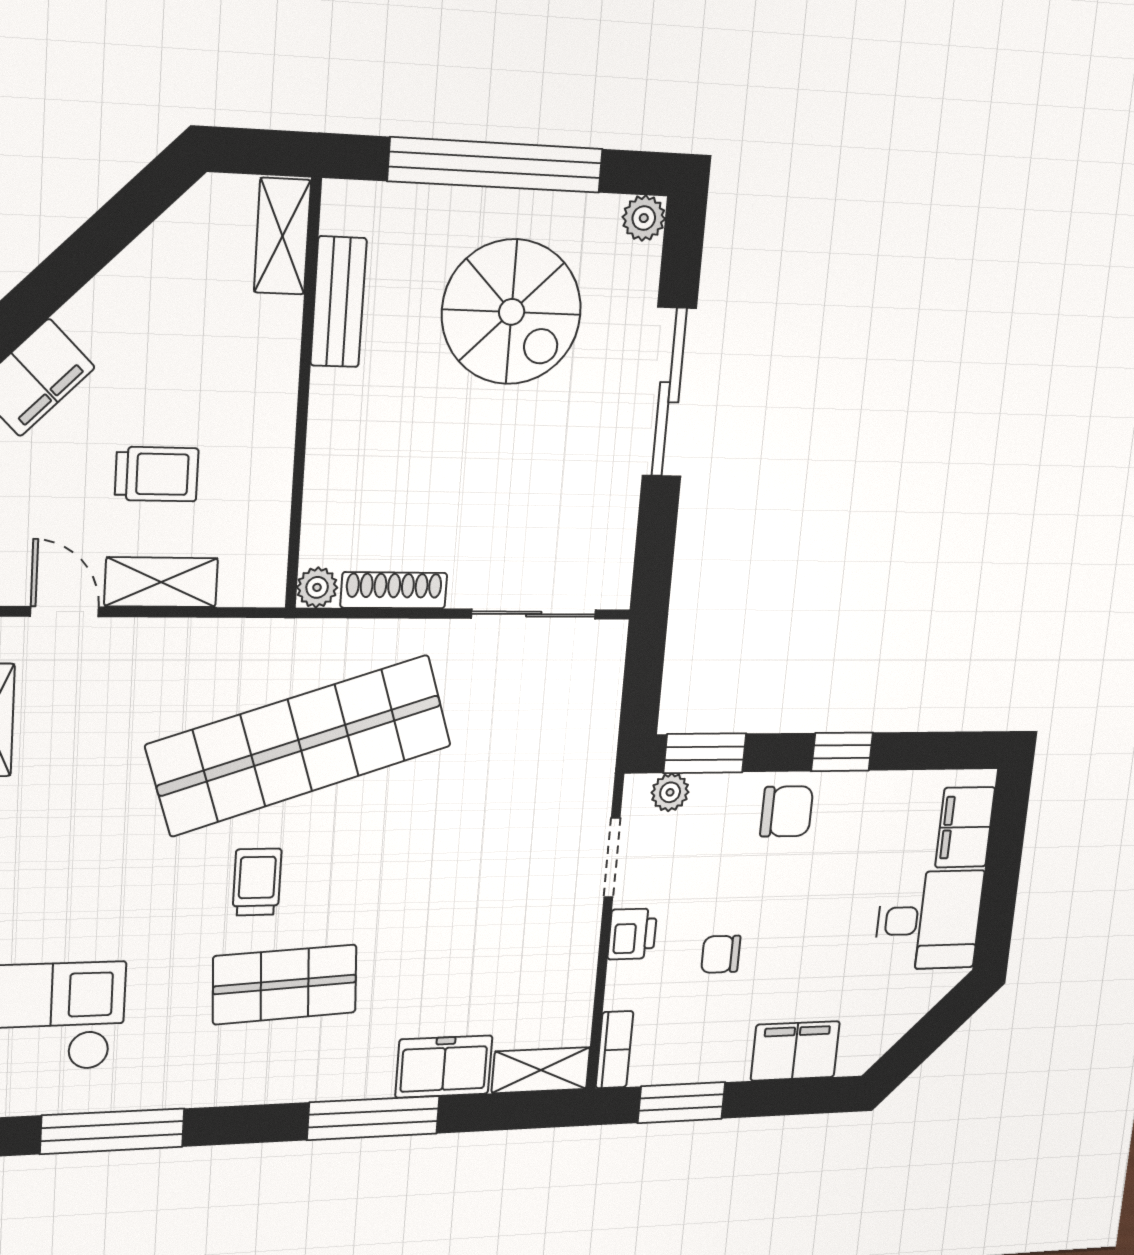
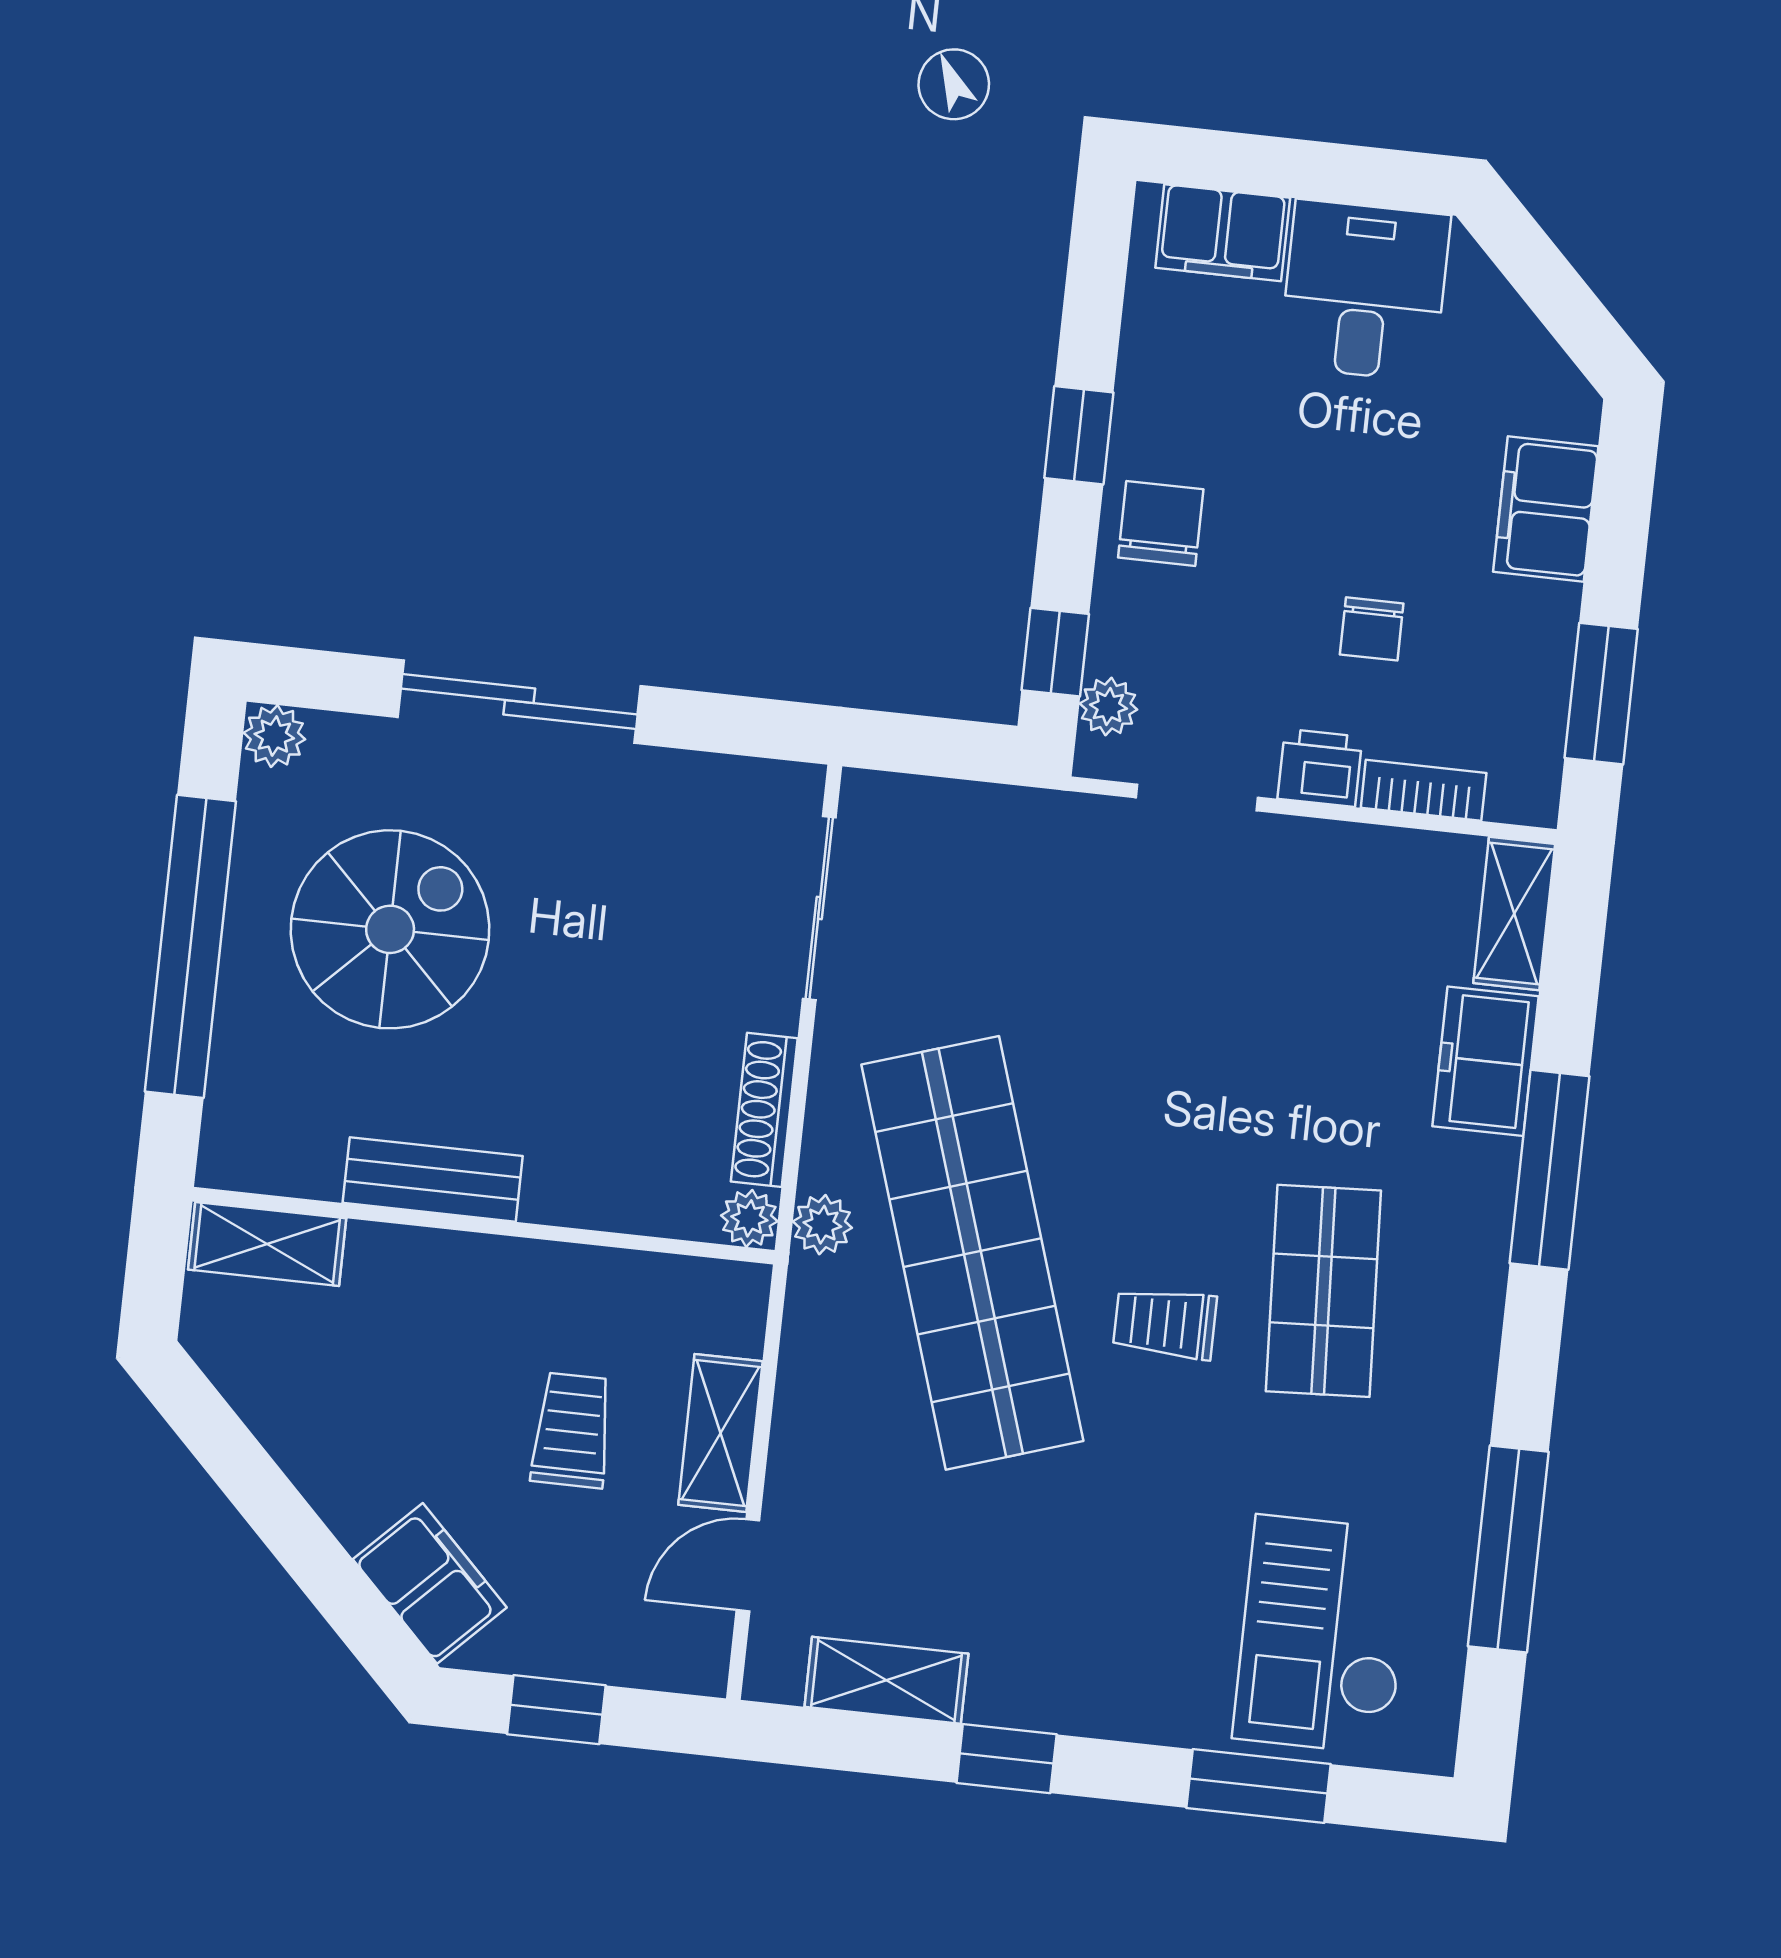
bench: (339, 302) -> (433, 1179), moved
plant: (315, 639) -> (822, 1225), added
window: (705, 753) -> (1055, 652), width x0.67
bookcase: (614, 1050) -> (1424, 790), moved

